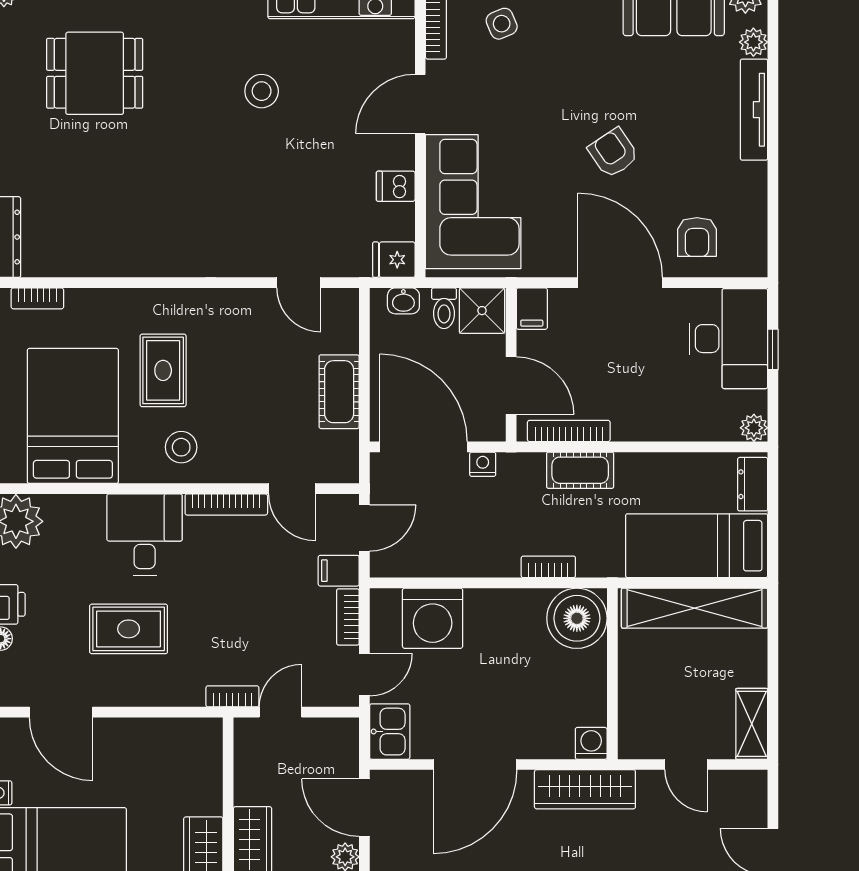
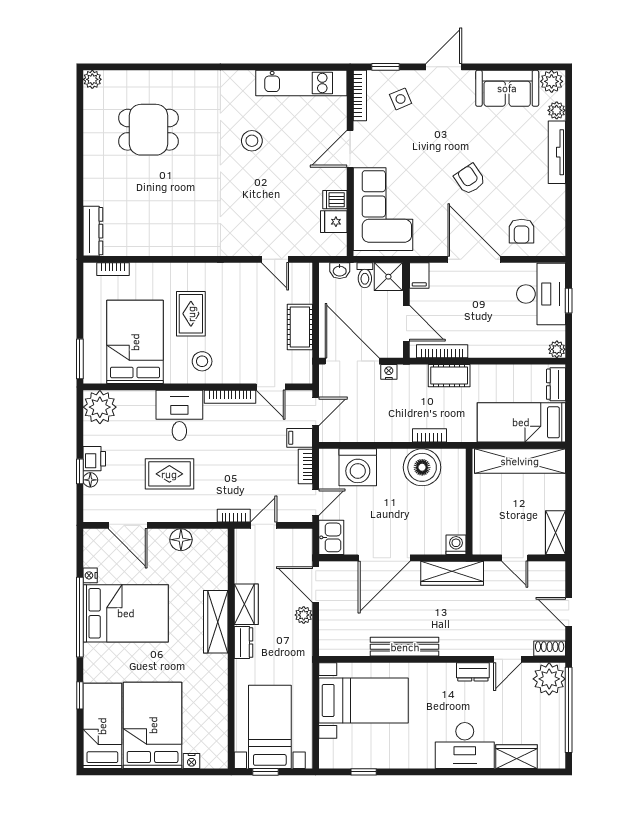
fridge: (394, 260) -> (334, 222), moved
boiler: (577, 618) -> (422, 467), moved
floor lamp: (147, 735) -> (181, 540), added

